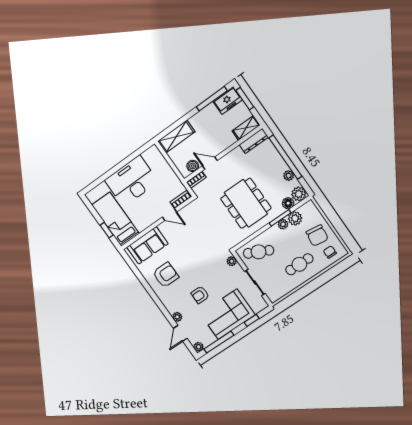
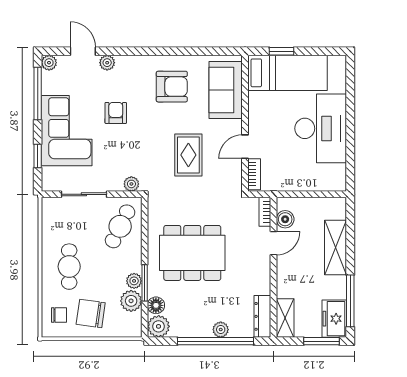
shelving: (176, 137) -> (336, 248), moved
plant: (289, 176) -> (221, 330), moved
rug: (195, 242) -> (188, 155), added
armchair: (166, 275) -> (172, 87), turned -90

